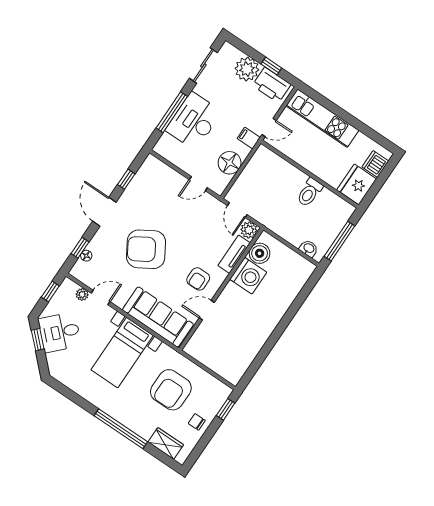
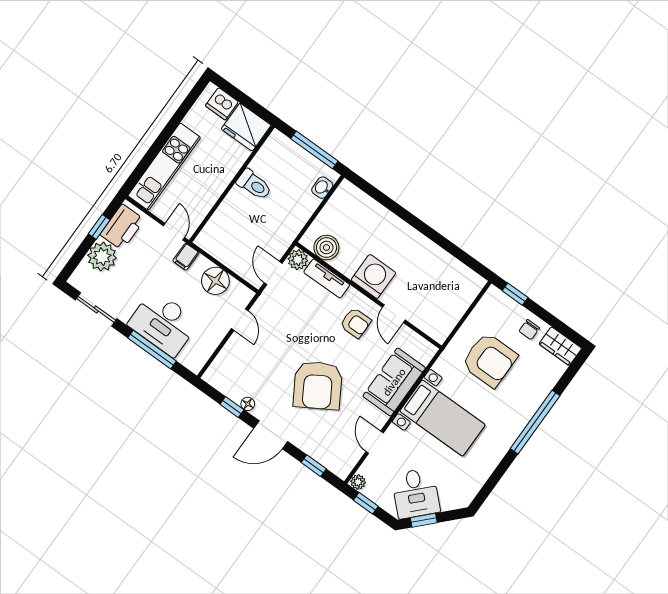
door: (237, 210) -> (273, 273), swing flipped
floor lamp: (86, 256) -> (248, 404), moved
washing machine: (248, 276) -> (373, 276), moved
plant: (82, 294) -> (358, 482), moved
sofa: (158, 317) -> (394, 382), width x0.73
wardrobe: (166, 443) -> (560, 346), moved, turned -90

